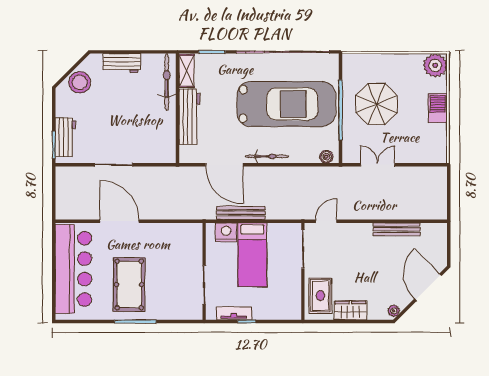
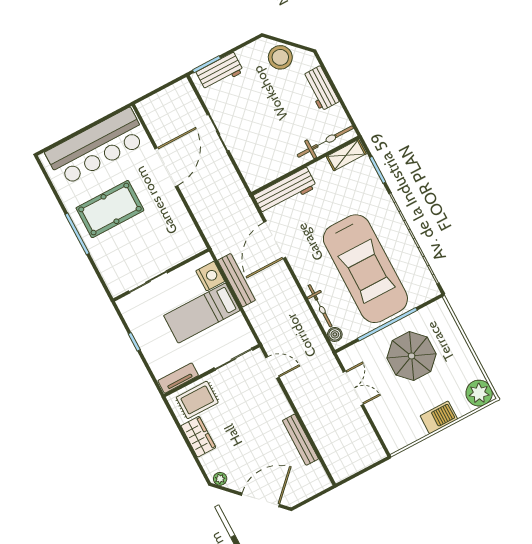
workbench: (189, 117) -> (285, 191), moved
bicycle: (267, 156) -> (320, 306), moved
tv unit: (234, 313) -> (178, 378), moved, turned -90

